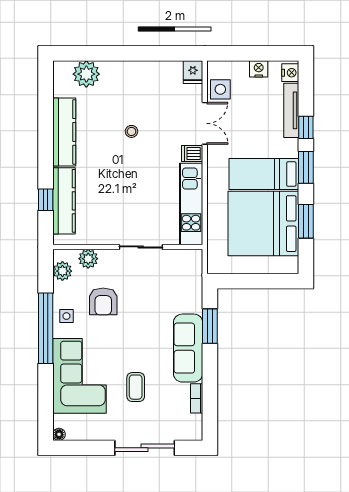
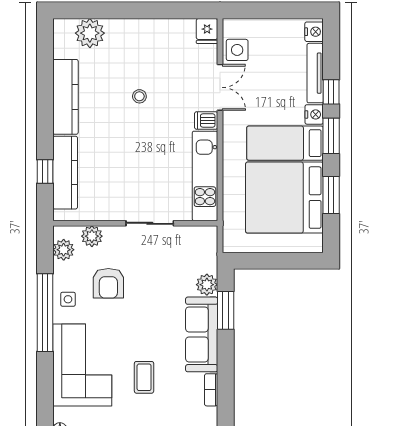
nightstand: (259, 69) -> (314, 114), moved, turned 90
plant: (193, 303) -> (207, 285), added

